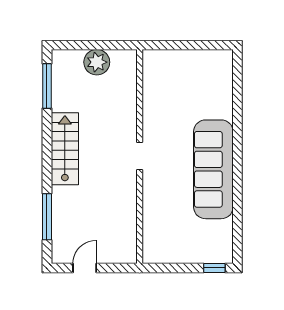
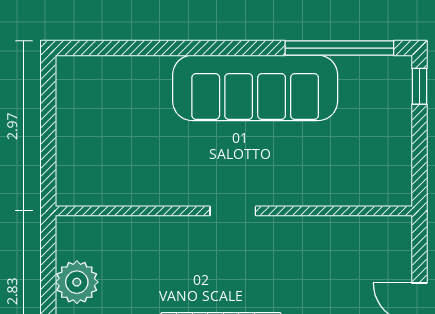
window: (237, 220) -> (339, 48), added

